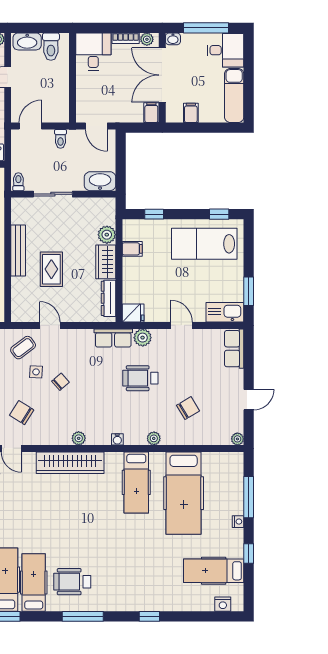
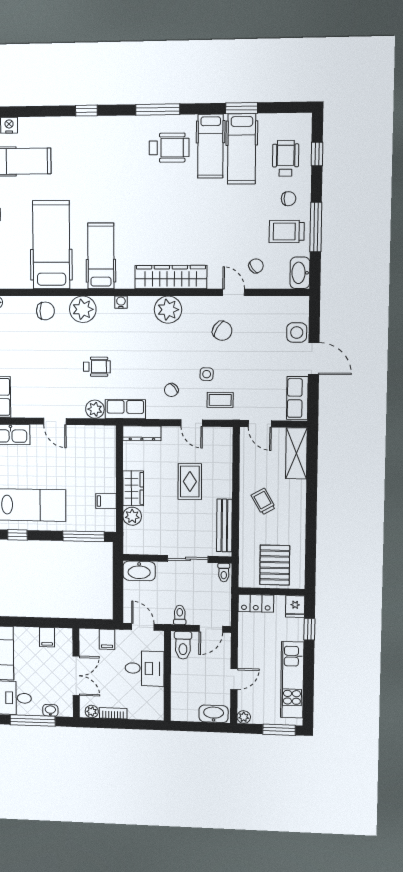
washbasin: (173, 39) -> (50, 710), moved
toilet: (51, 47) -> (183, 645), moved, turned 180
desk: (93, 52) -> (145, 668), moved, turned -90
double door: (162, 75) -> (76, 676), width x0.73
filing cabinet: (151, 113) -> (107, 639), moved
window: (154, 214) -> (84, 536), width x2.17
bench: (18, 251) -> (224, 525), moved
dresser: (109, 298) -> (142, 433), moved, turned 90
fridge: (133, 313) -> (105, 435), removed
coffee table: (23, 348) -> (220, 400), turned 37
wheelchair: (140, 378) -> (97, 367), width x0.73, depth x0.73
chair: (60, 382) -> (171, 390), moved
chair: (188, 408) -> (45, 311), moved, turned -149
plant: (79, 438) -> (168, 310), width x1.88, depth x1.88
plant: (154, 438) -> (83, 309), width x1.88, depth x1.88

